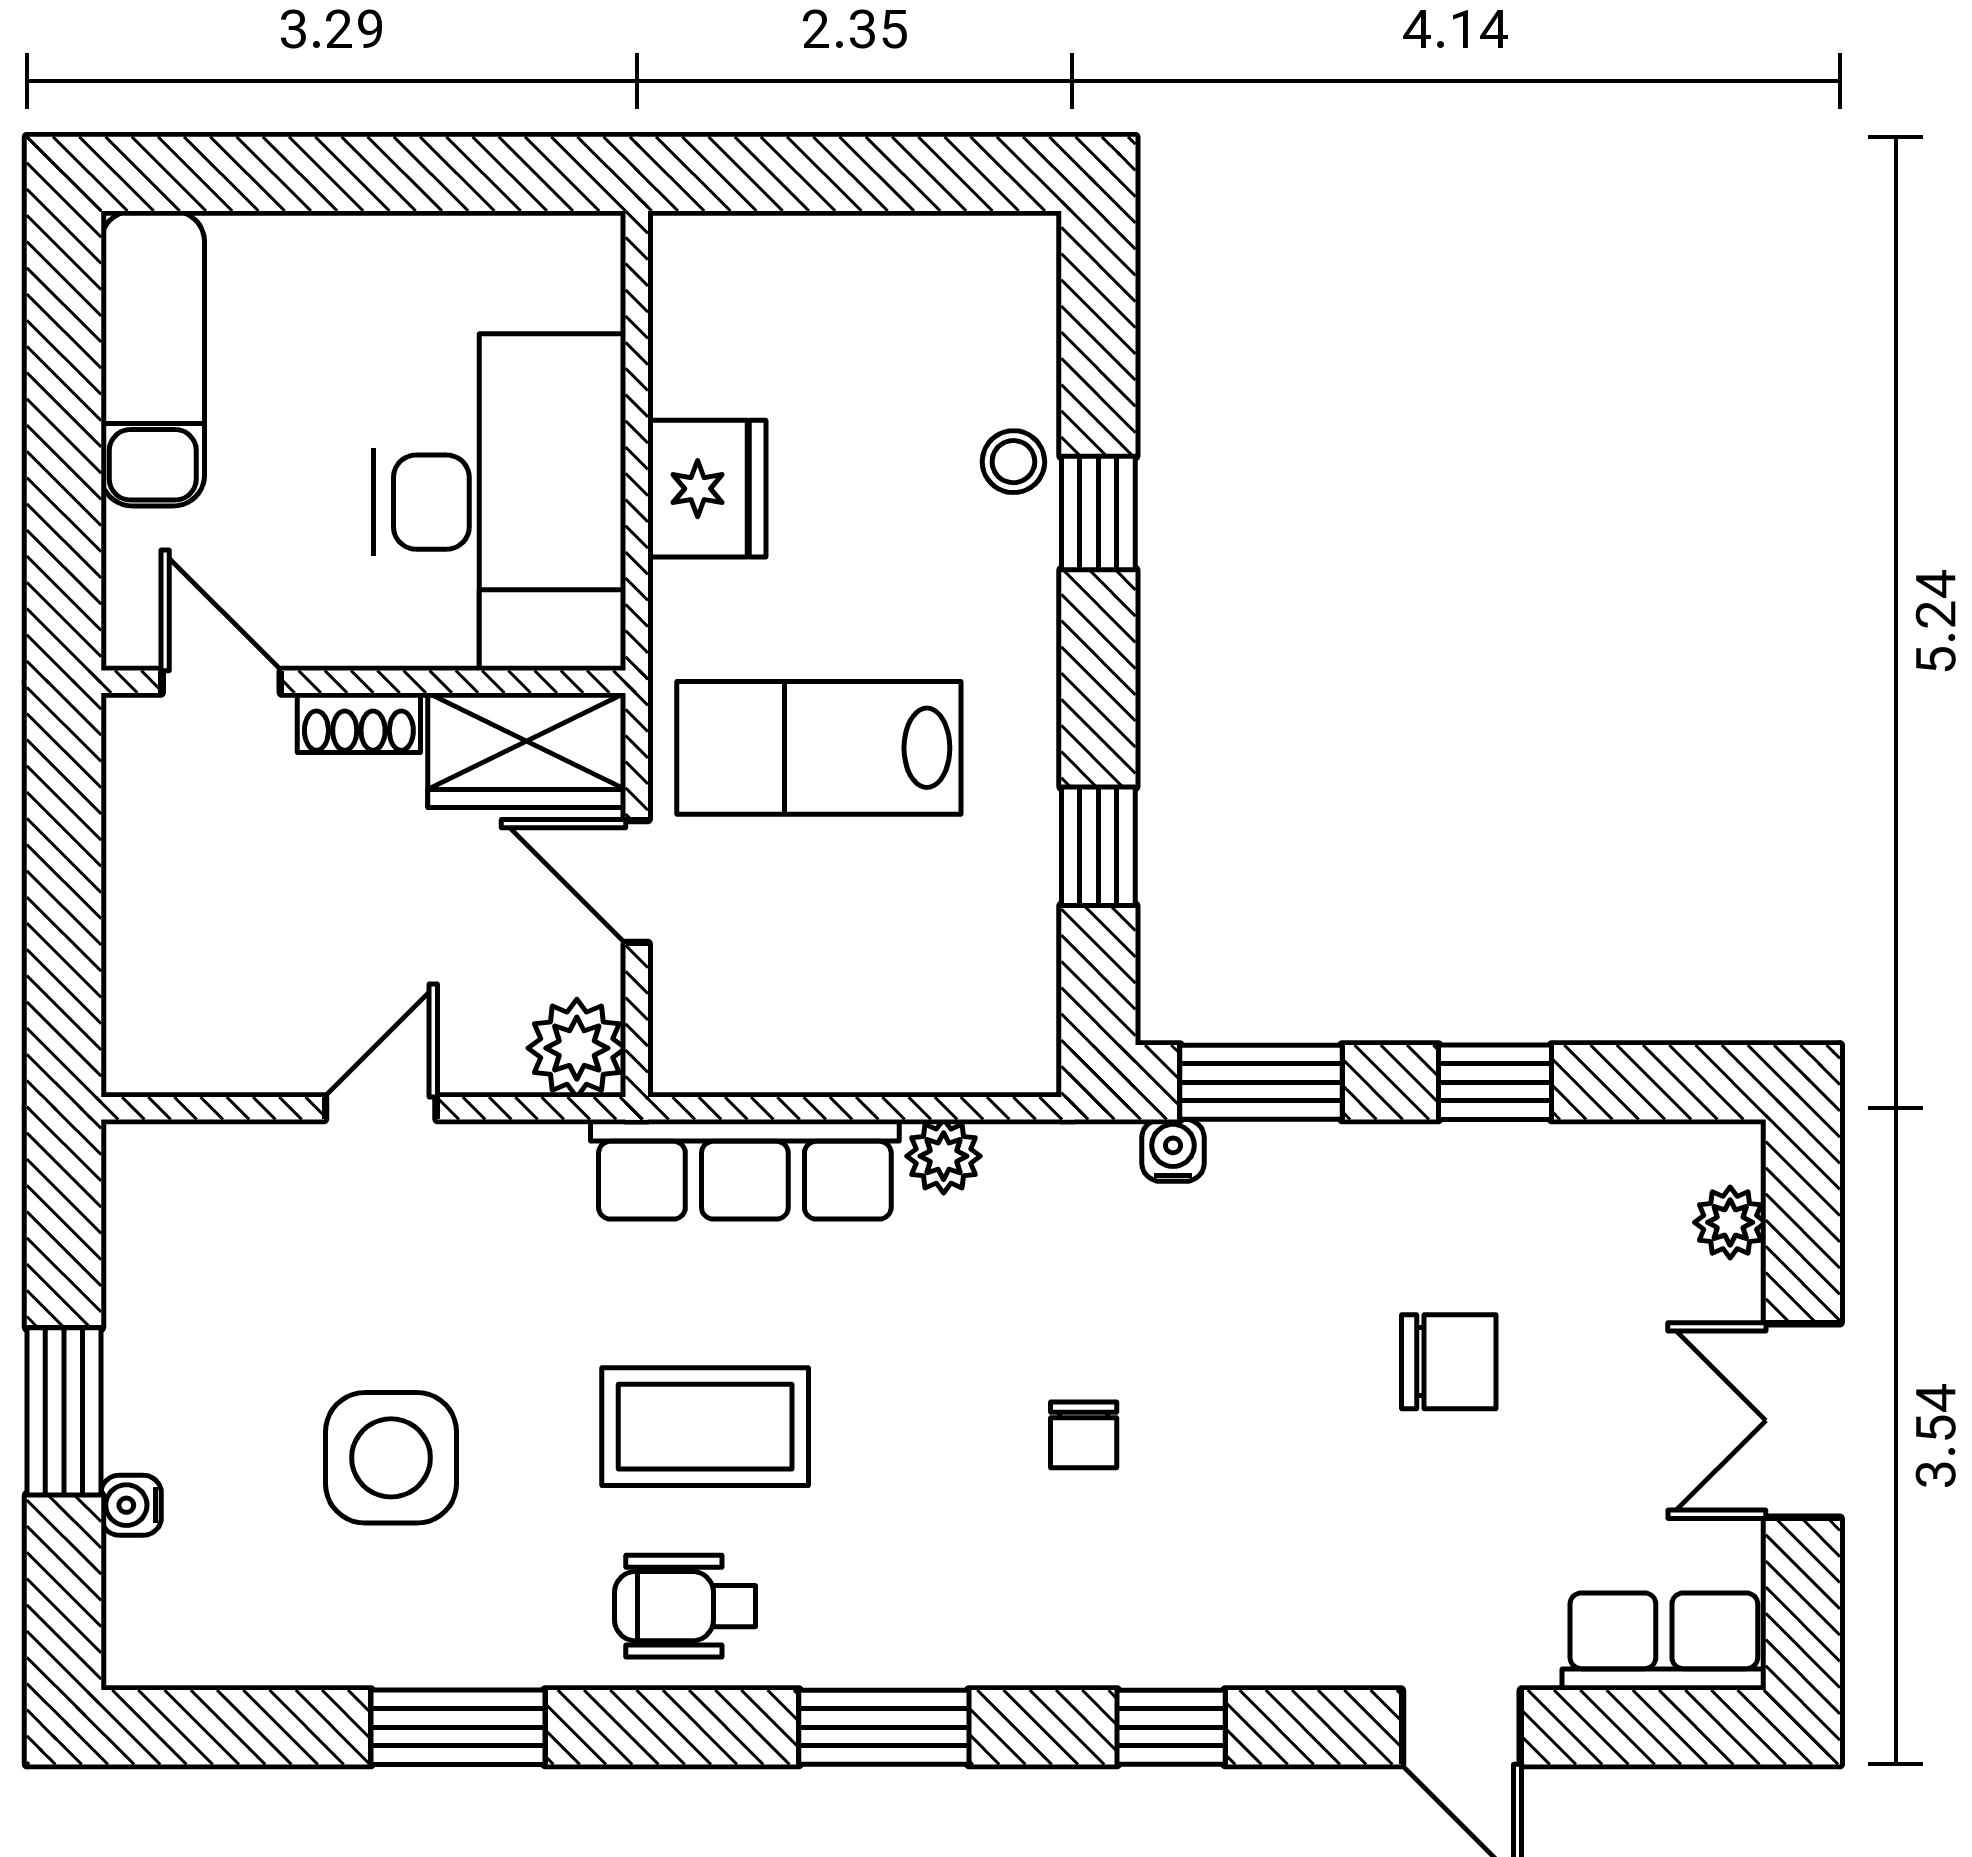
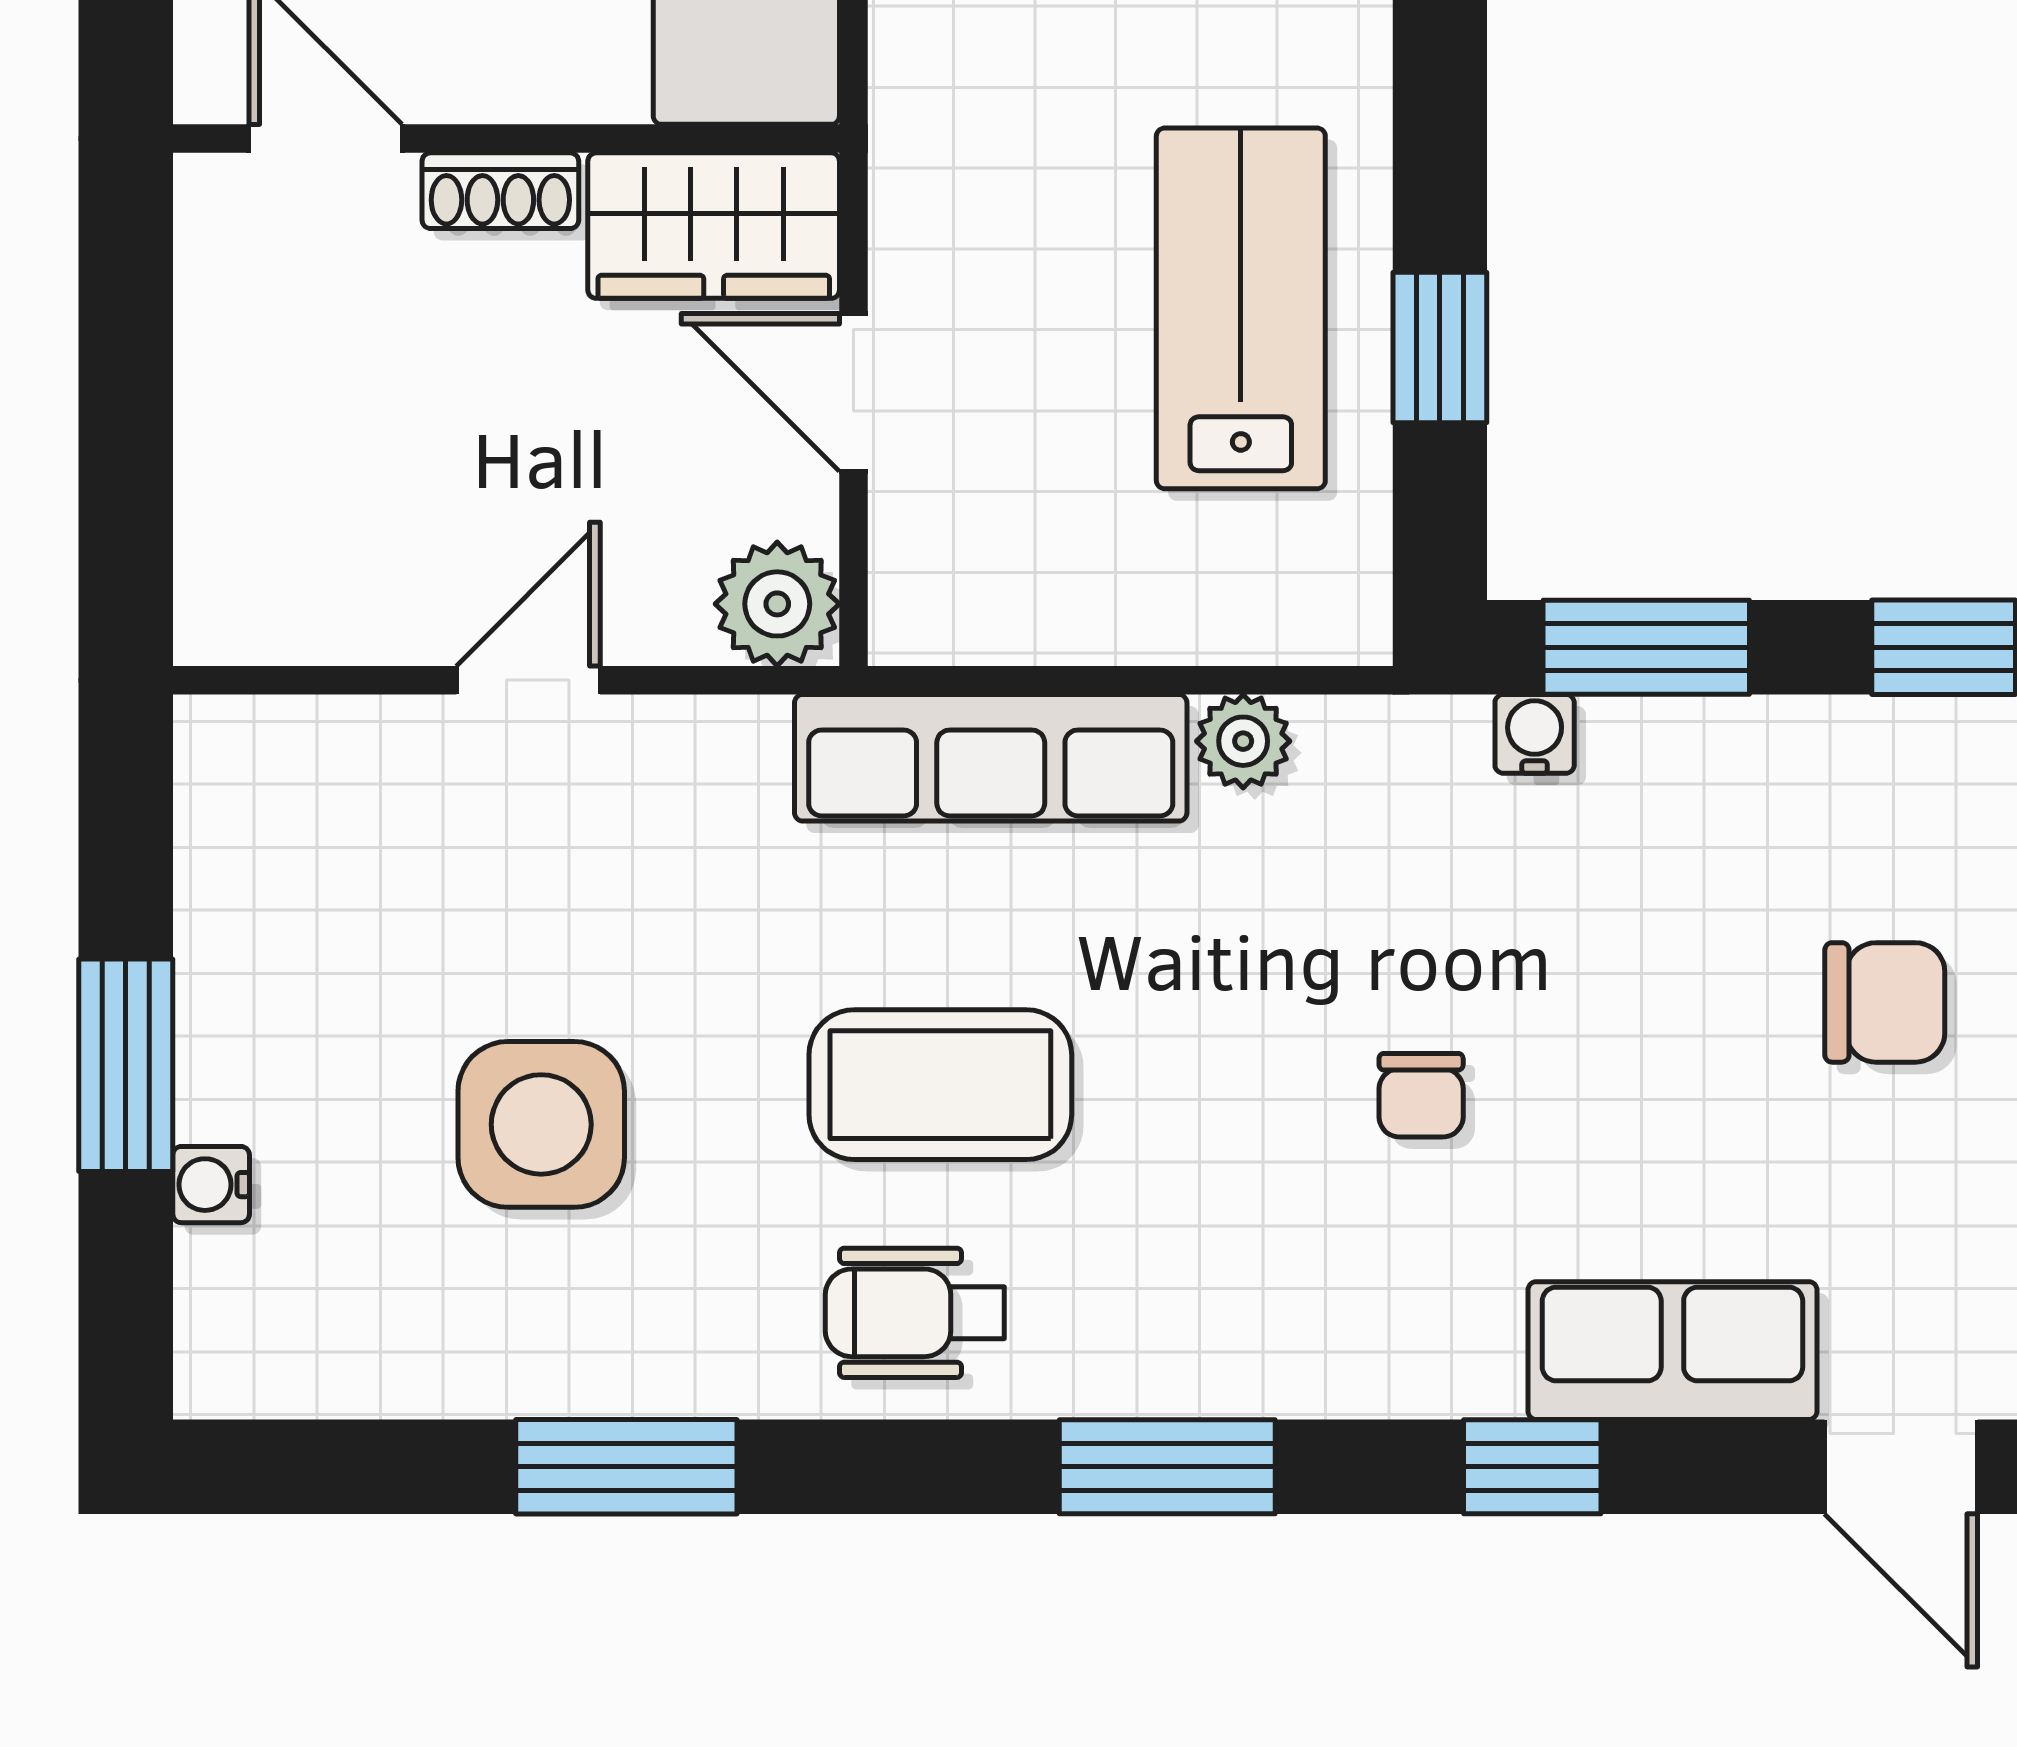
lab bench: (819, 748) -> (1241, 308), moved, turned 90
row of seats: (1282, 1636) -> (1672, 1351), added

